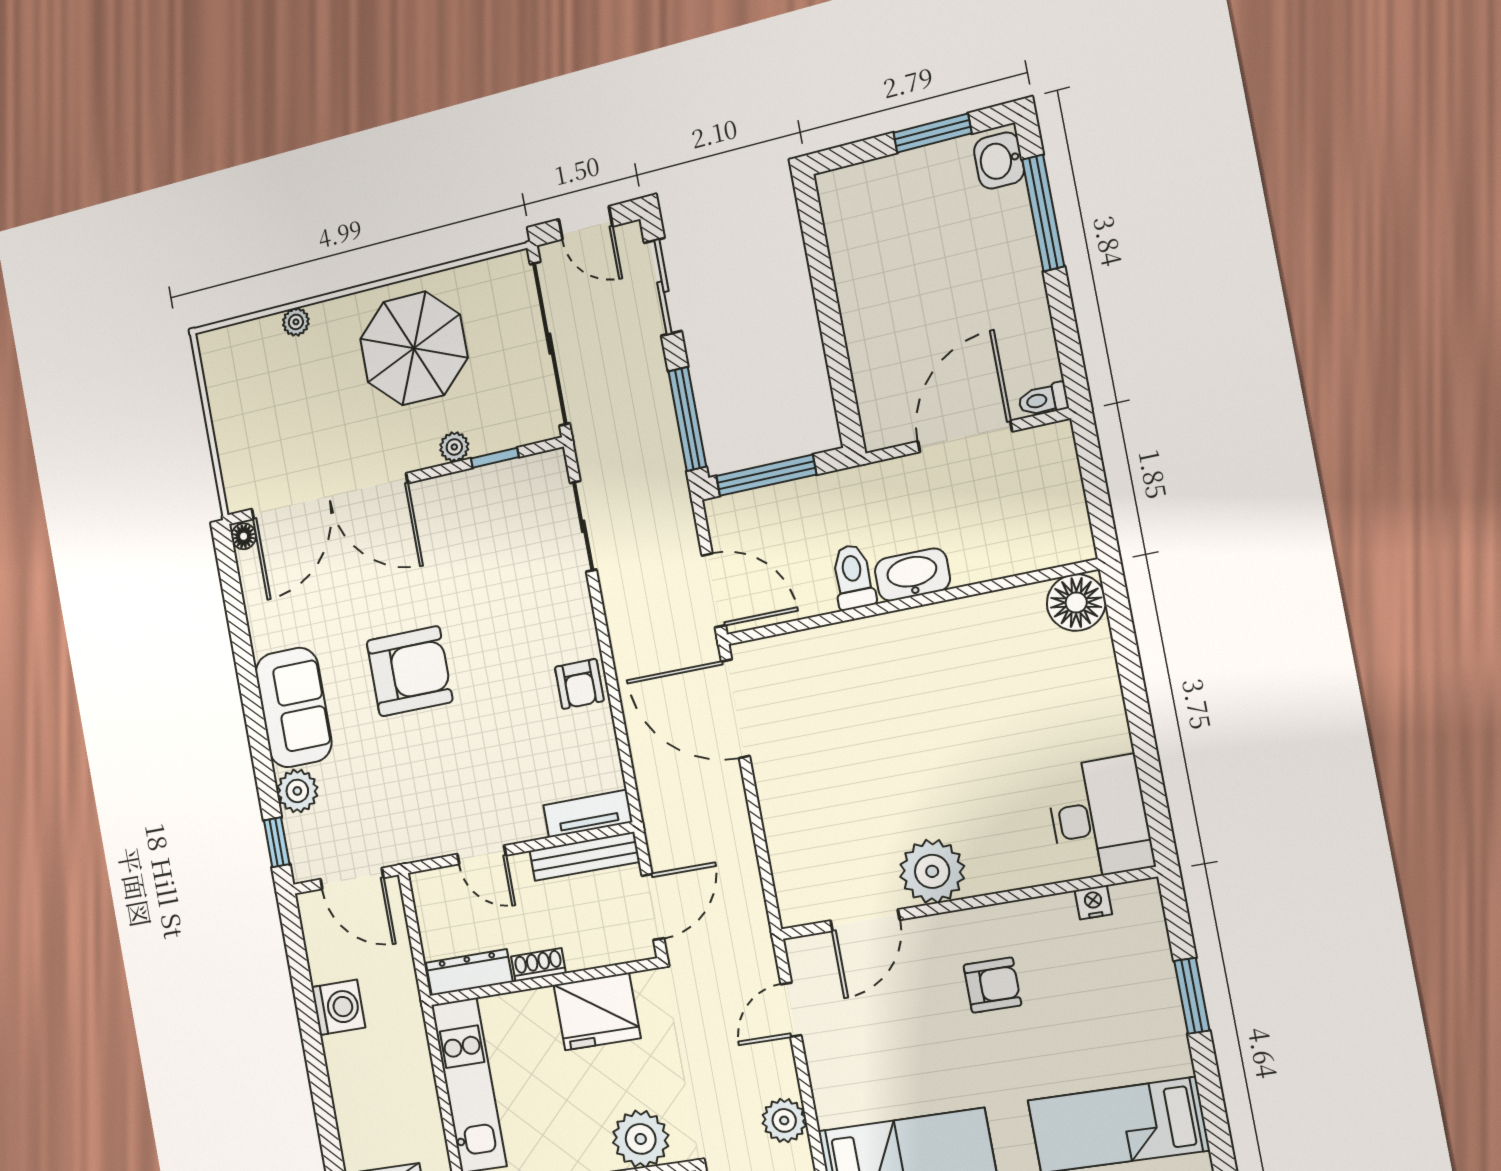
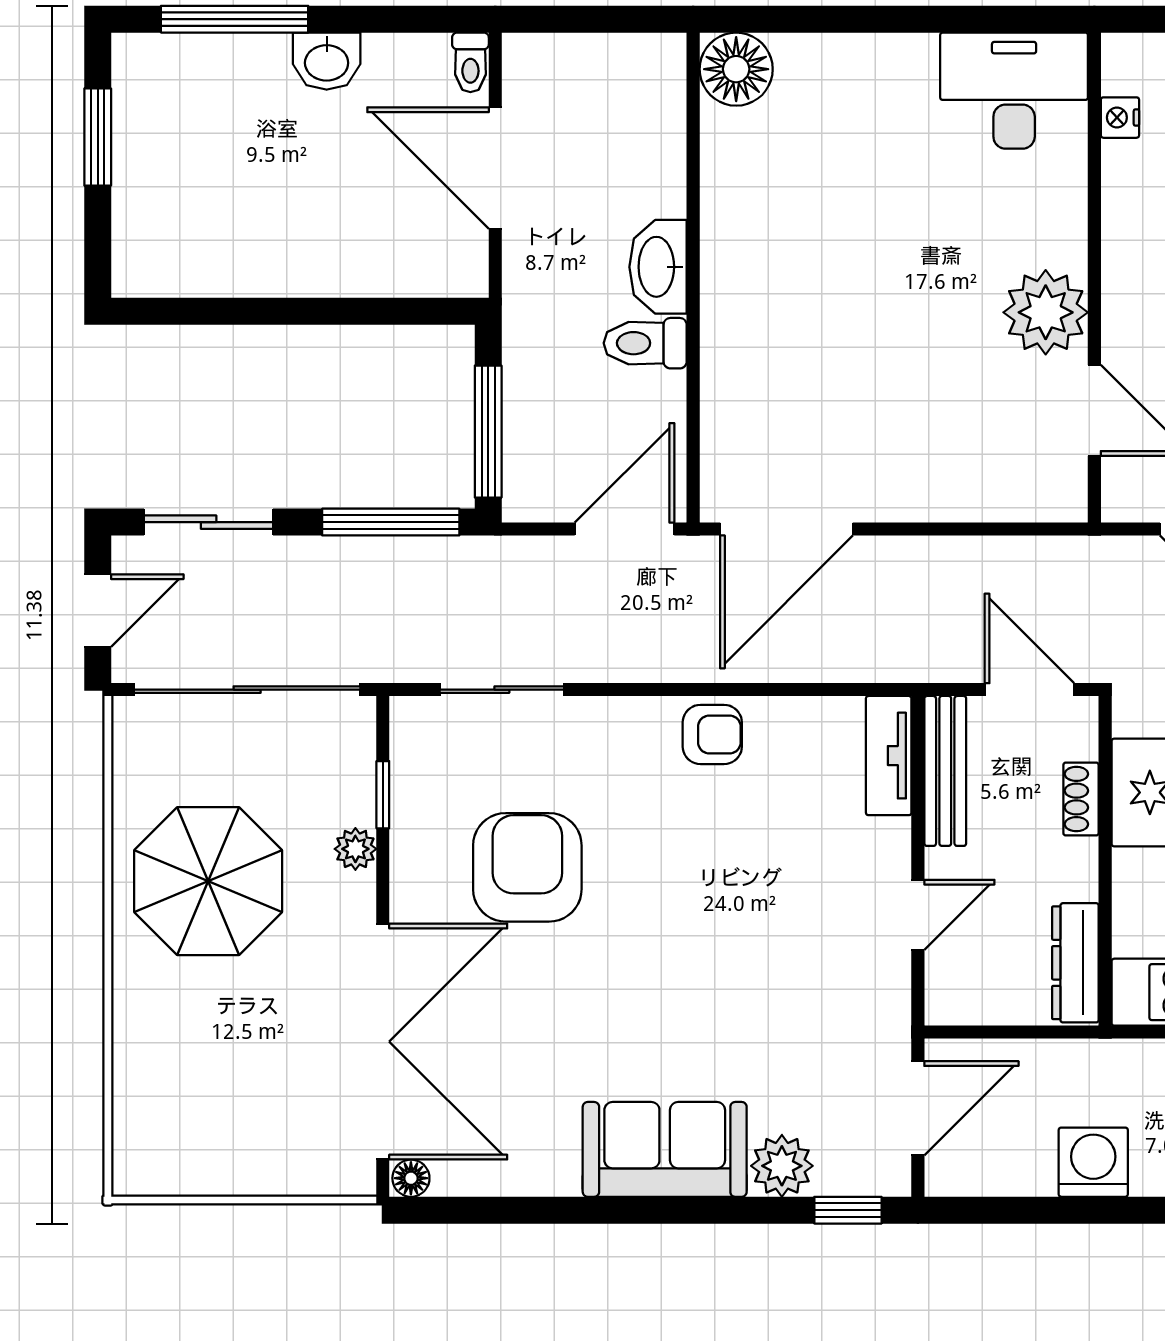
washbasin: (999, 160) -> (327, 61), moved
plant: (296, 322) -> (131, 1044), removed
armchair: (410, 671) -> (527, 867), moved
shoe rack: (538, 965) -> (1081, 799), moved

